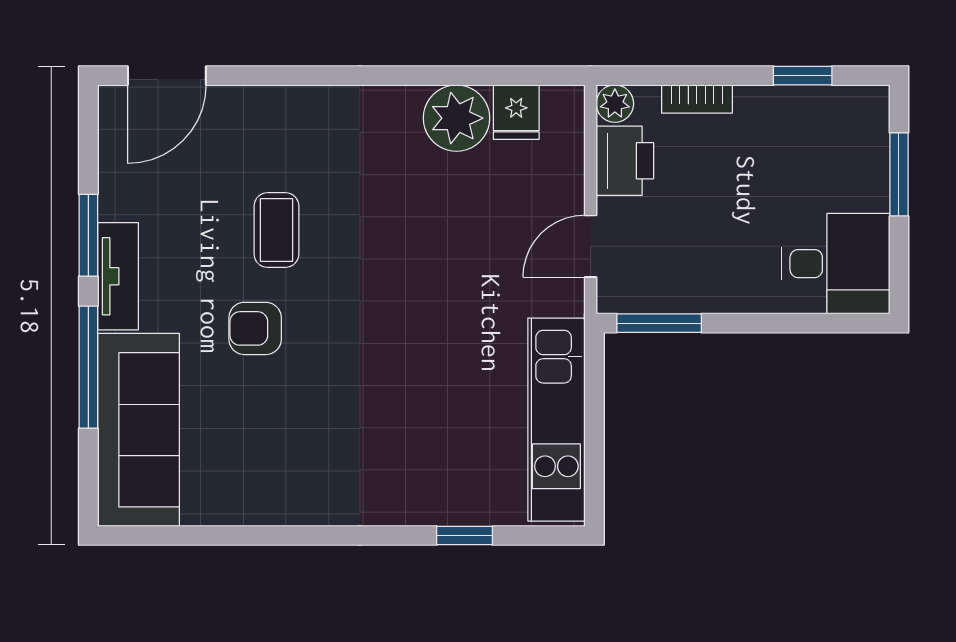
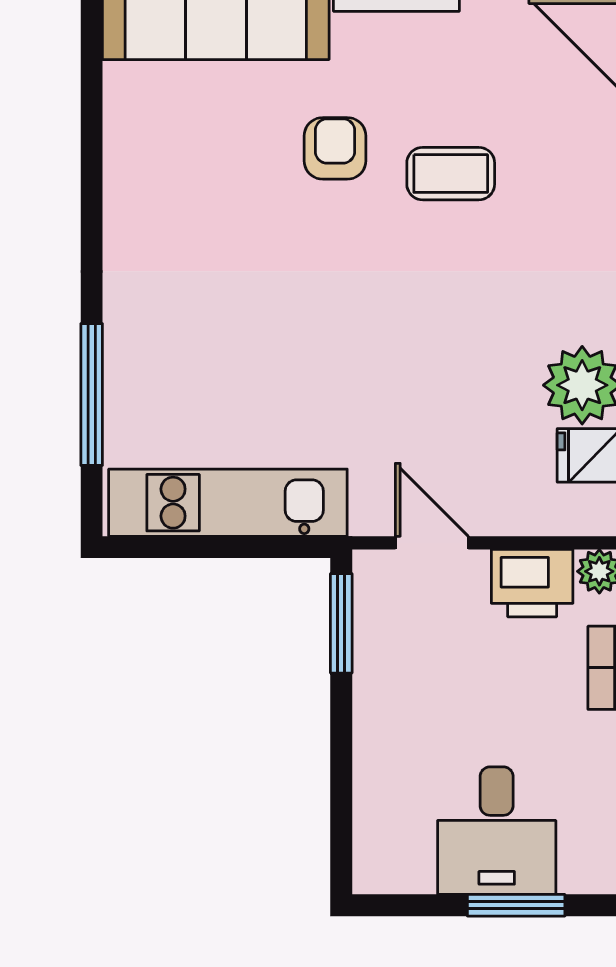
desk: (836, 264) -> (497, 831), moved
window: (464, 535) -> (92, 395), width x2.17

